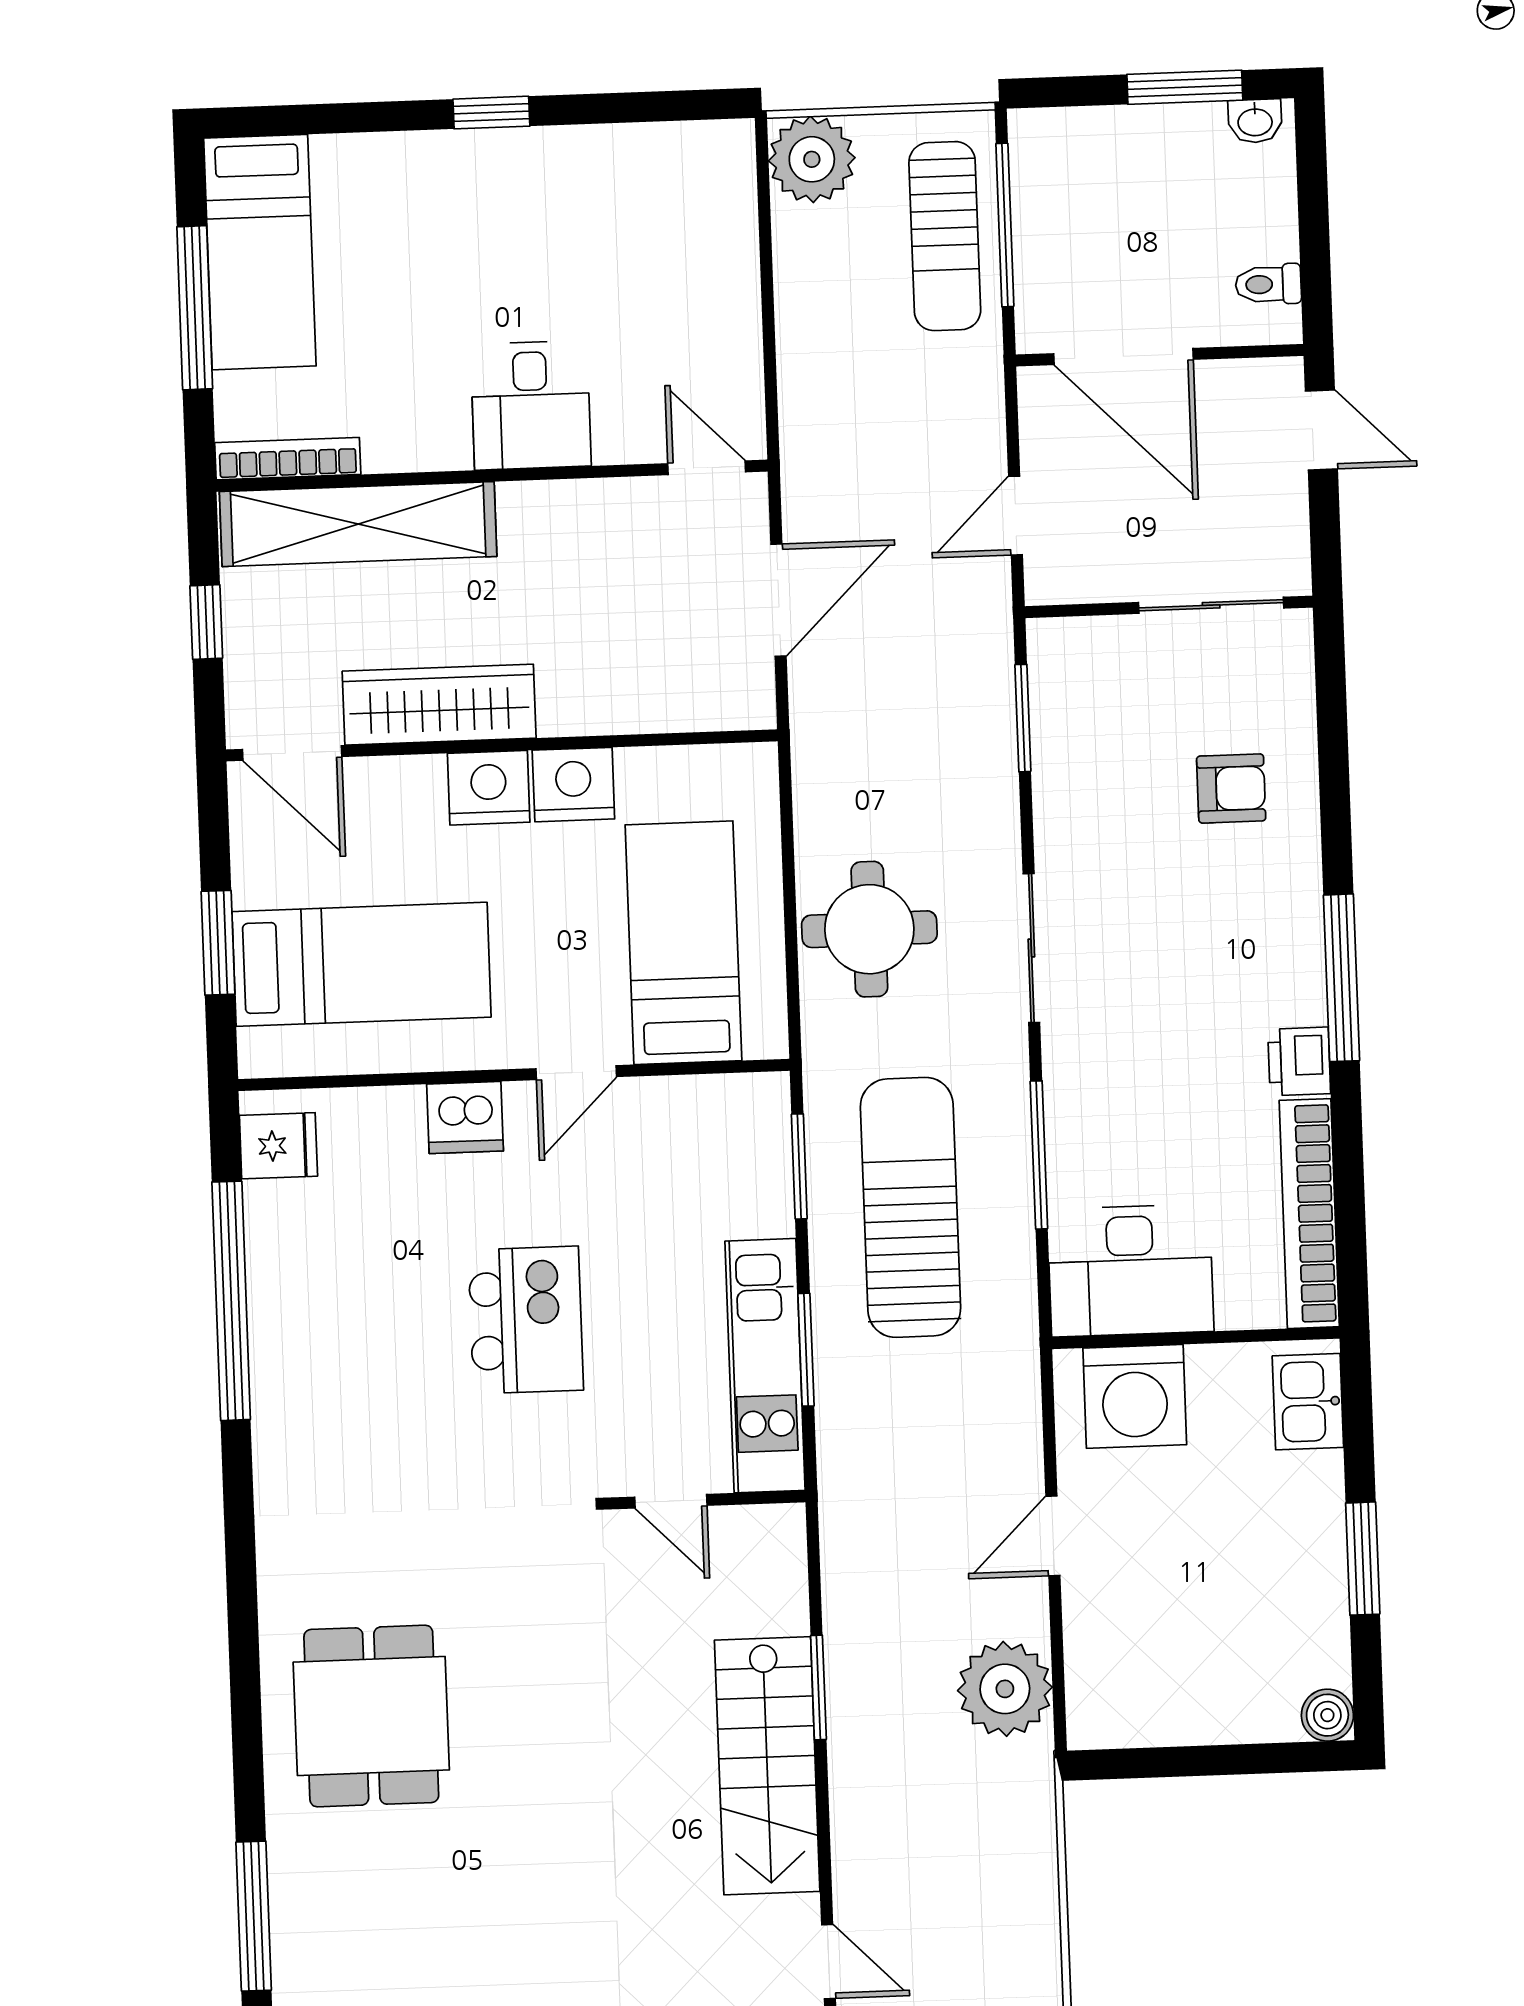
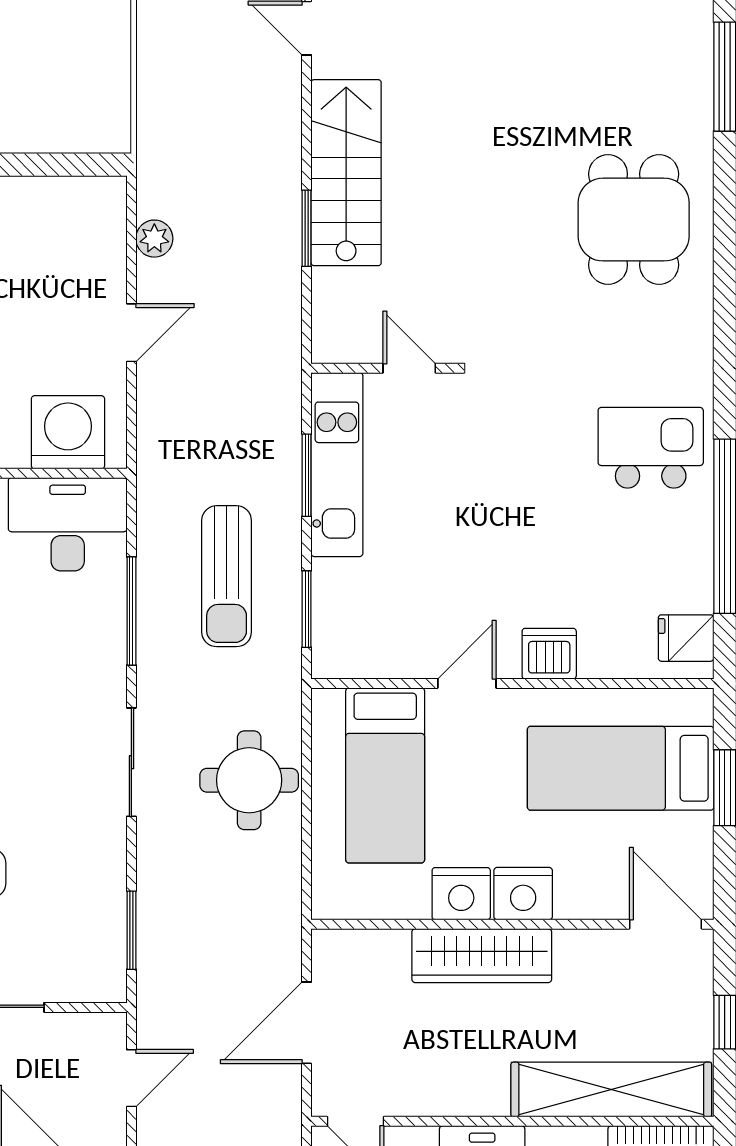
wardrobe: (439, 705) -> (482, 956), moved
sun lounger: (911, 1207) -> (227, 576), width x0.73, depth x0.75
kitchen island: (526, 1320) -> (651, 448), moved, turned 90
plant: (1005, 1689) -> (154, 239), width x0.53, depth x0.53

